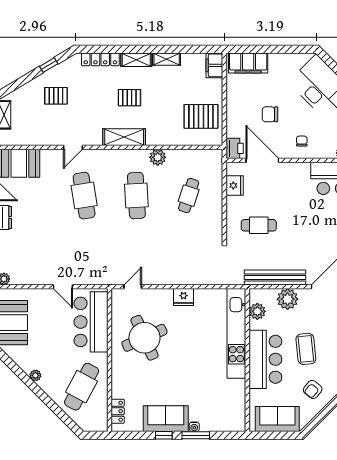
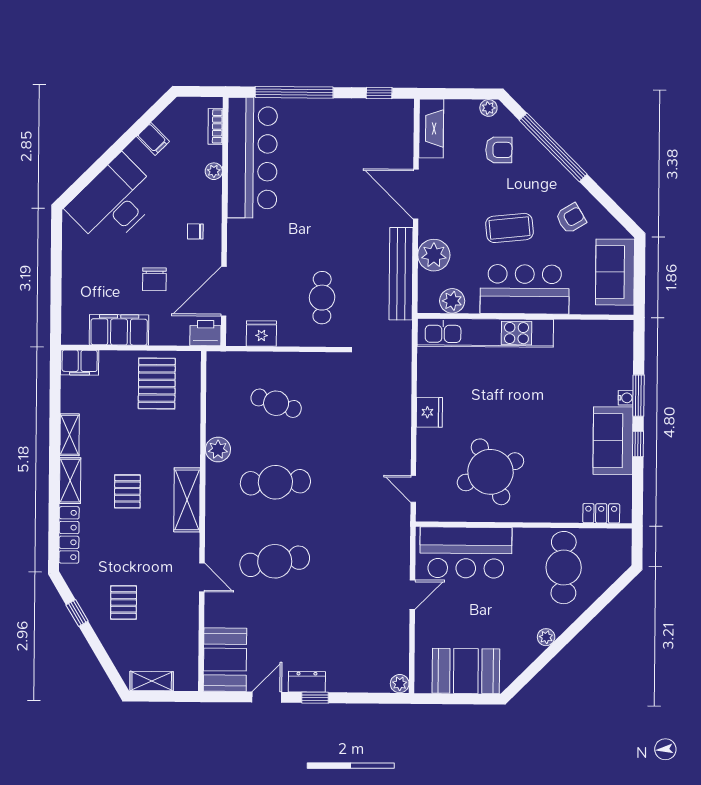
filing cabinet: (248, 63) -> (119, 330), moved, turned -90
cafe table: (82, 387) -> (564, 568), turned 62
armchair: (313, 389) -> (571, 218), turned -70

